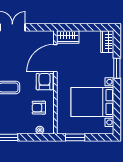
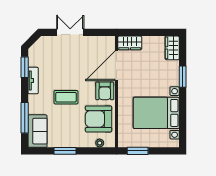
armchair: (45, 82) -> (105, 91), turned 180
armchair: (39, 108) -> (99, 119), width x1.88, depth x1.88

